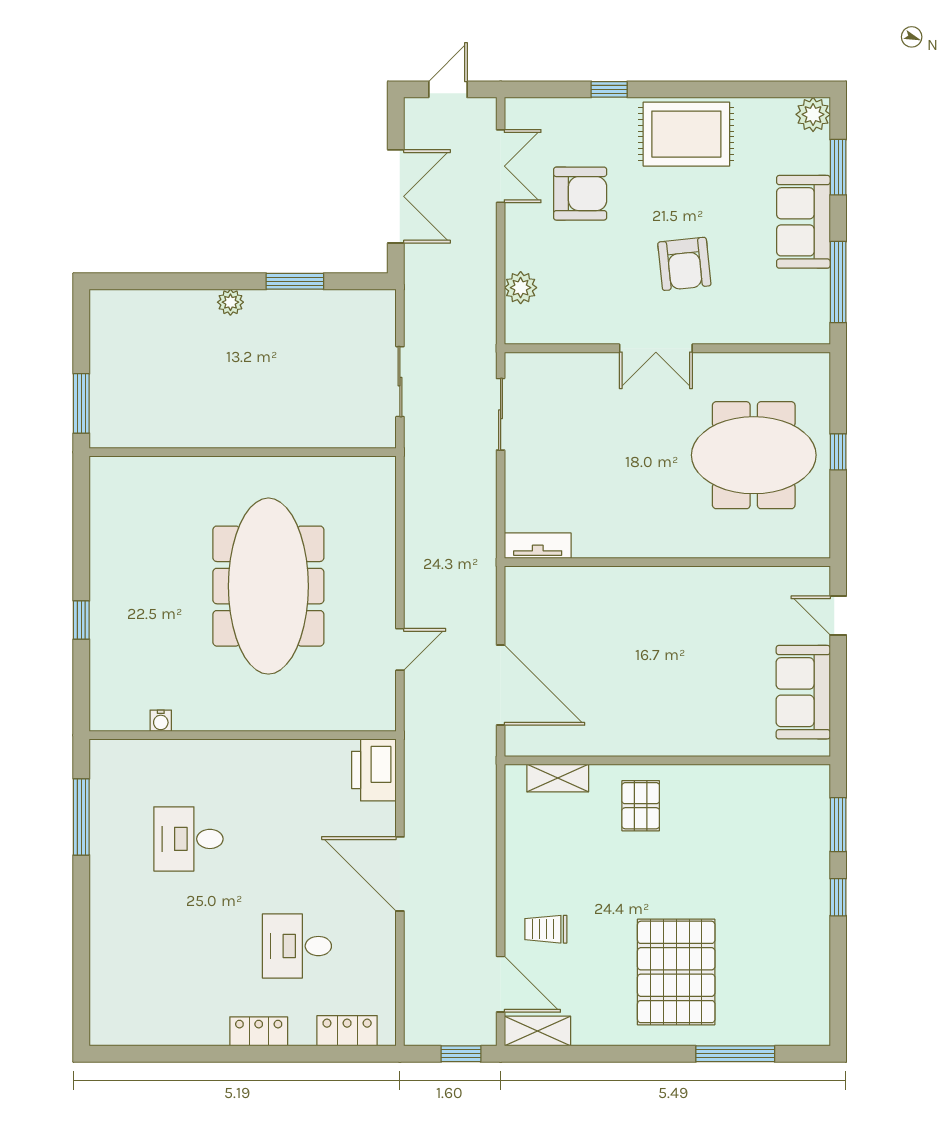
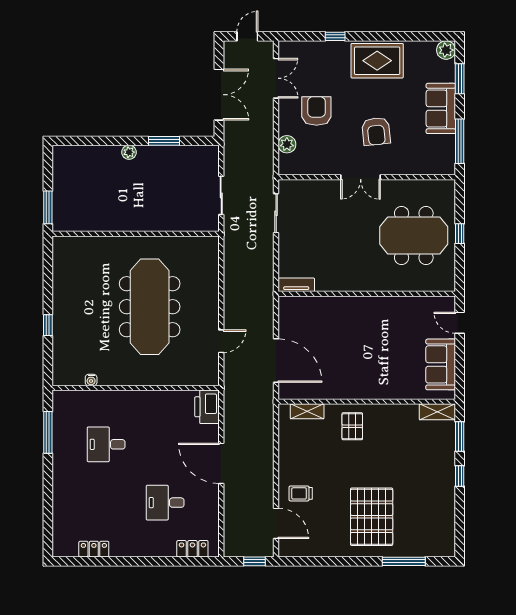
armchair: (580, 194) -> (316, 111), moved, turned -90
locker: (259, 1031) -> (94, 549), moved
shelving: (537, 1031) -> (437, 412), moved

